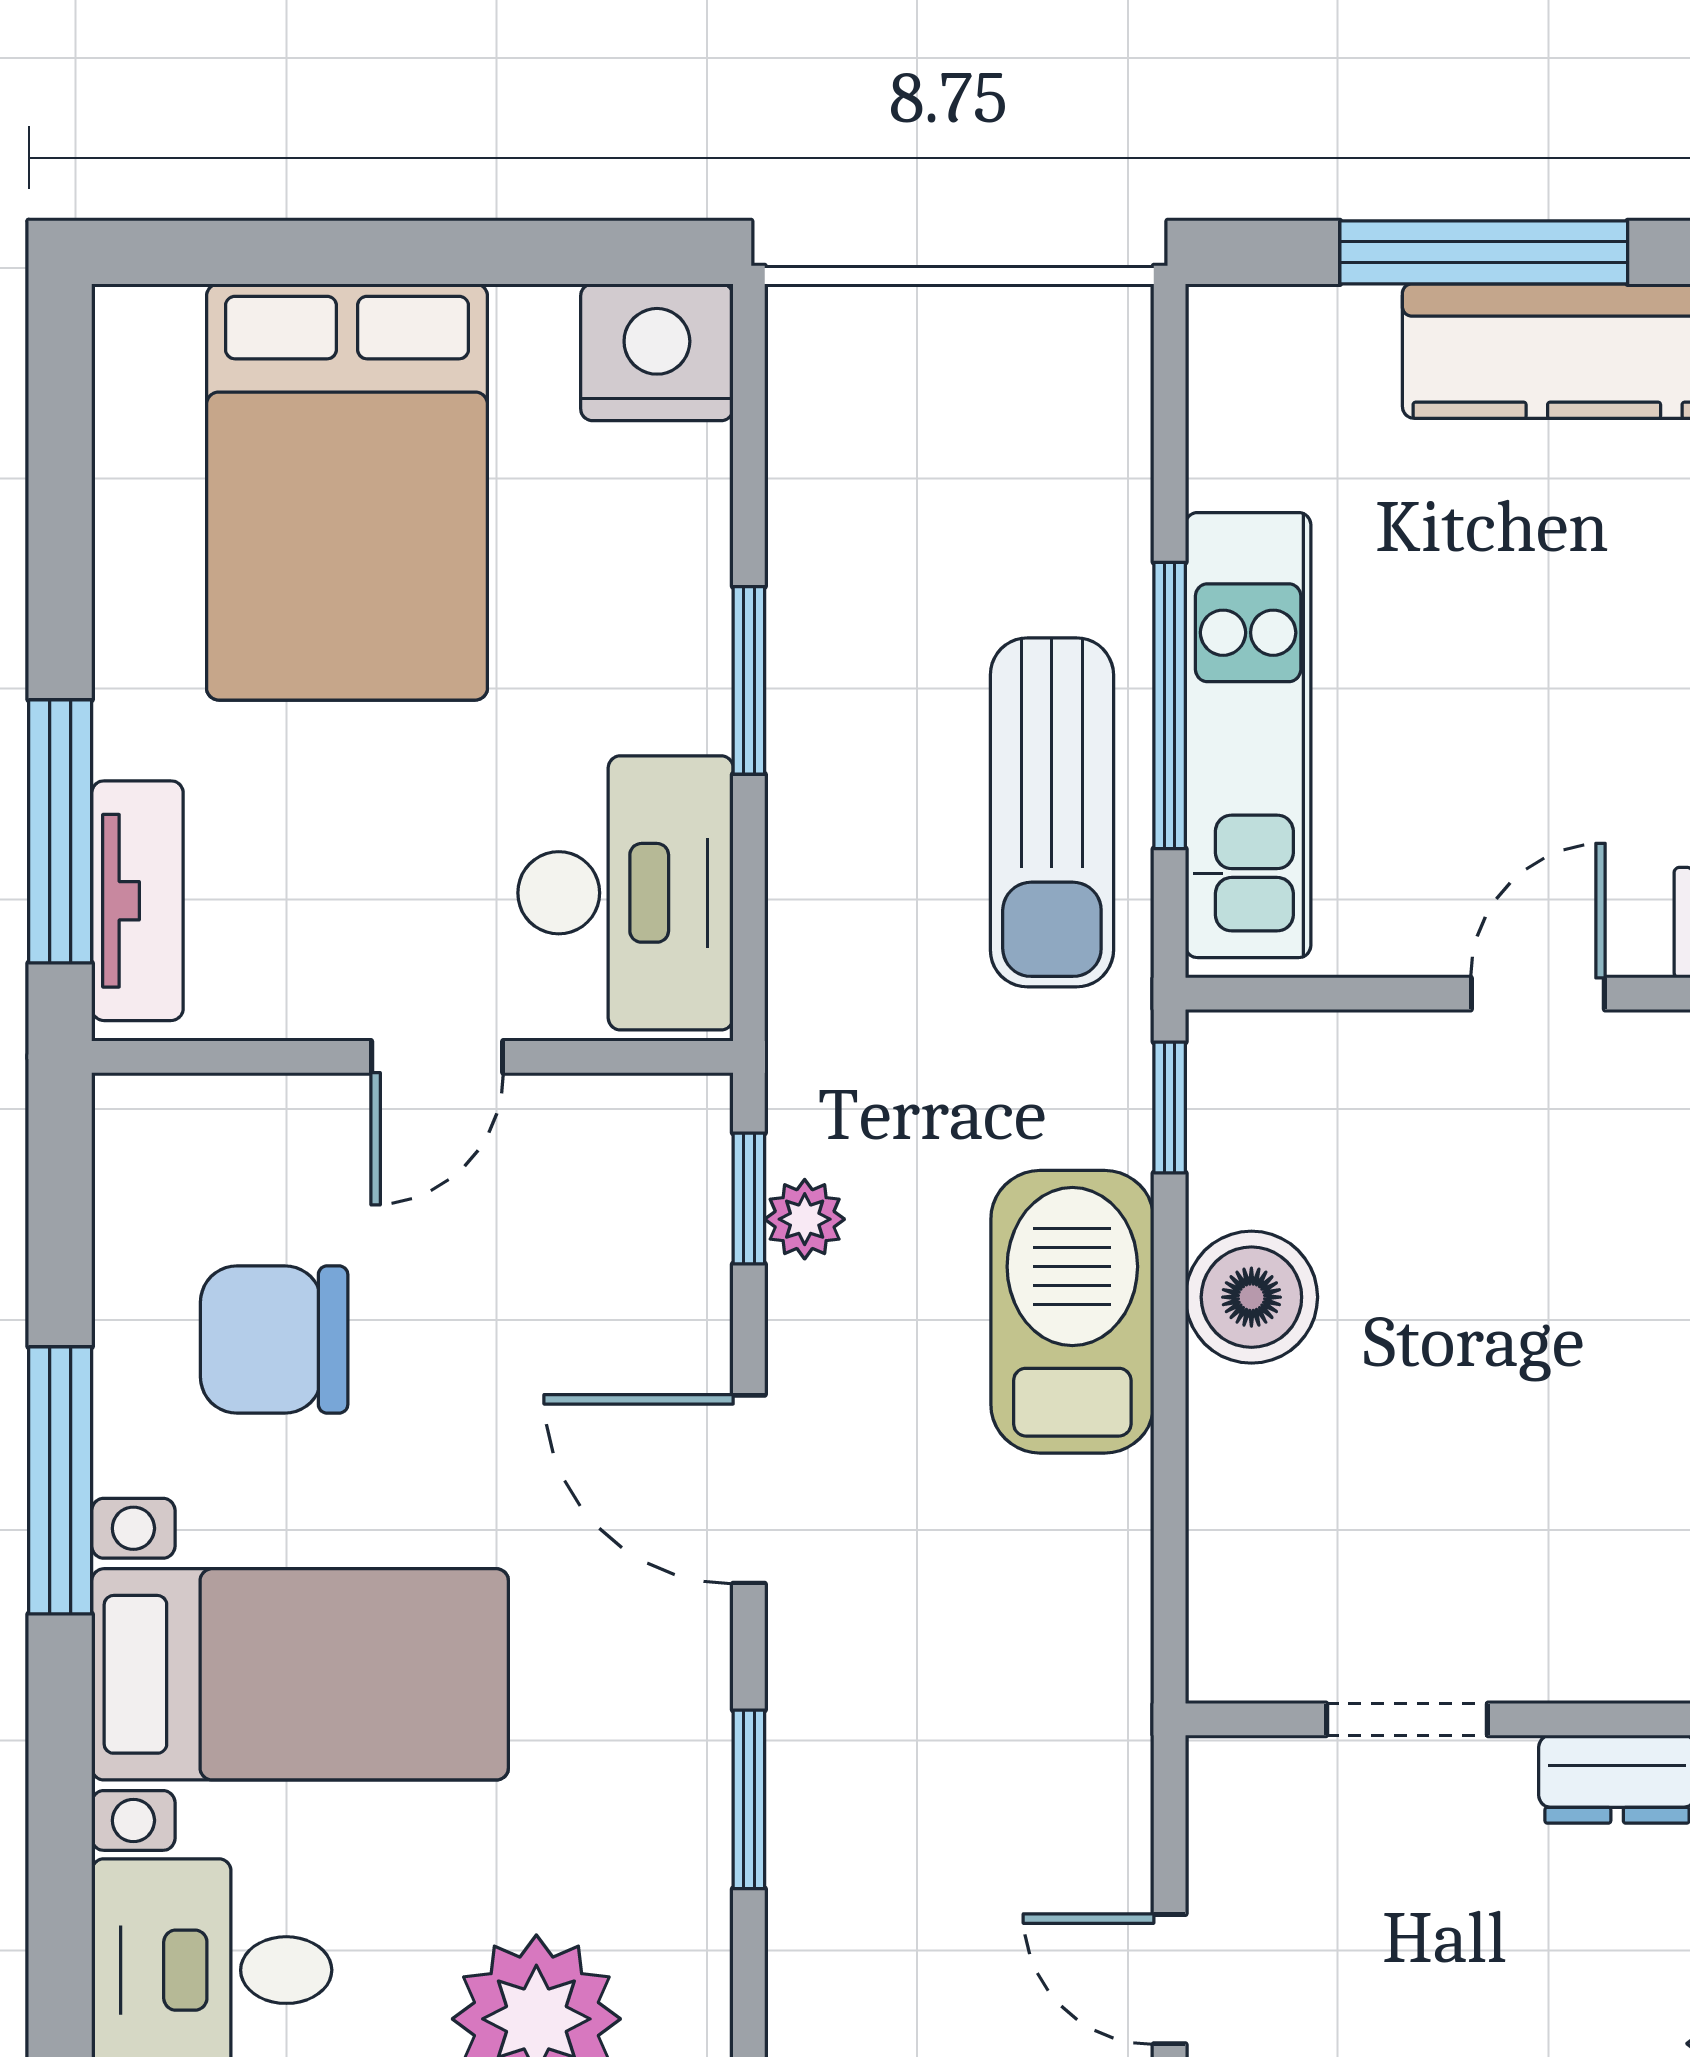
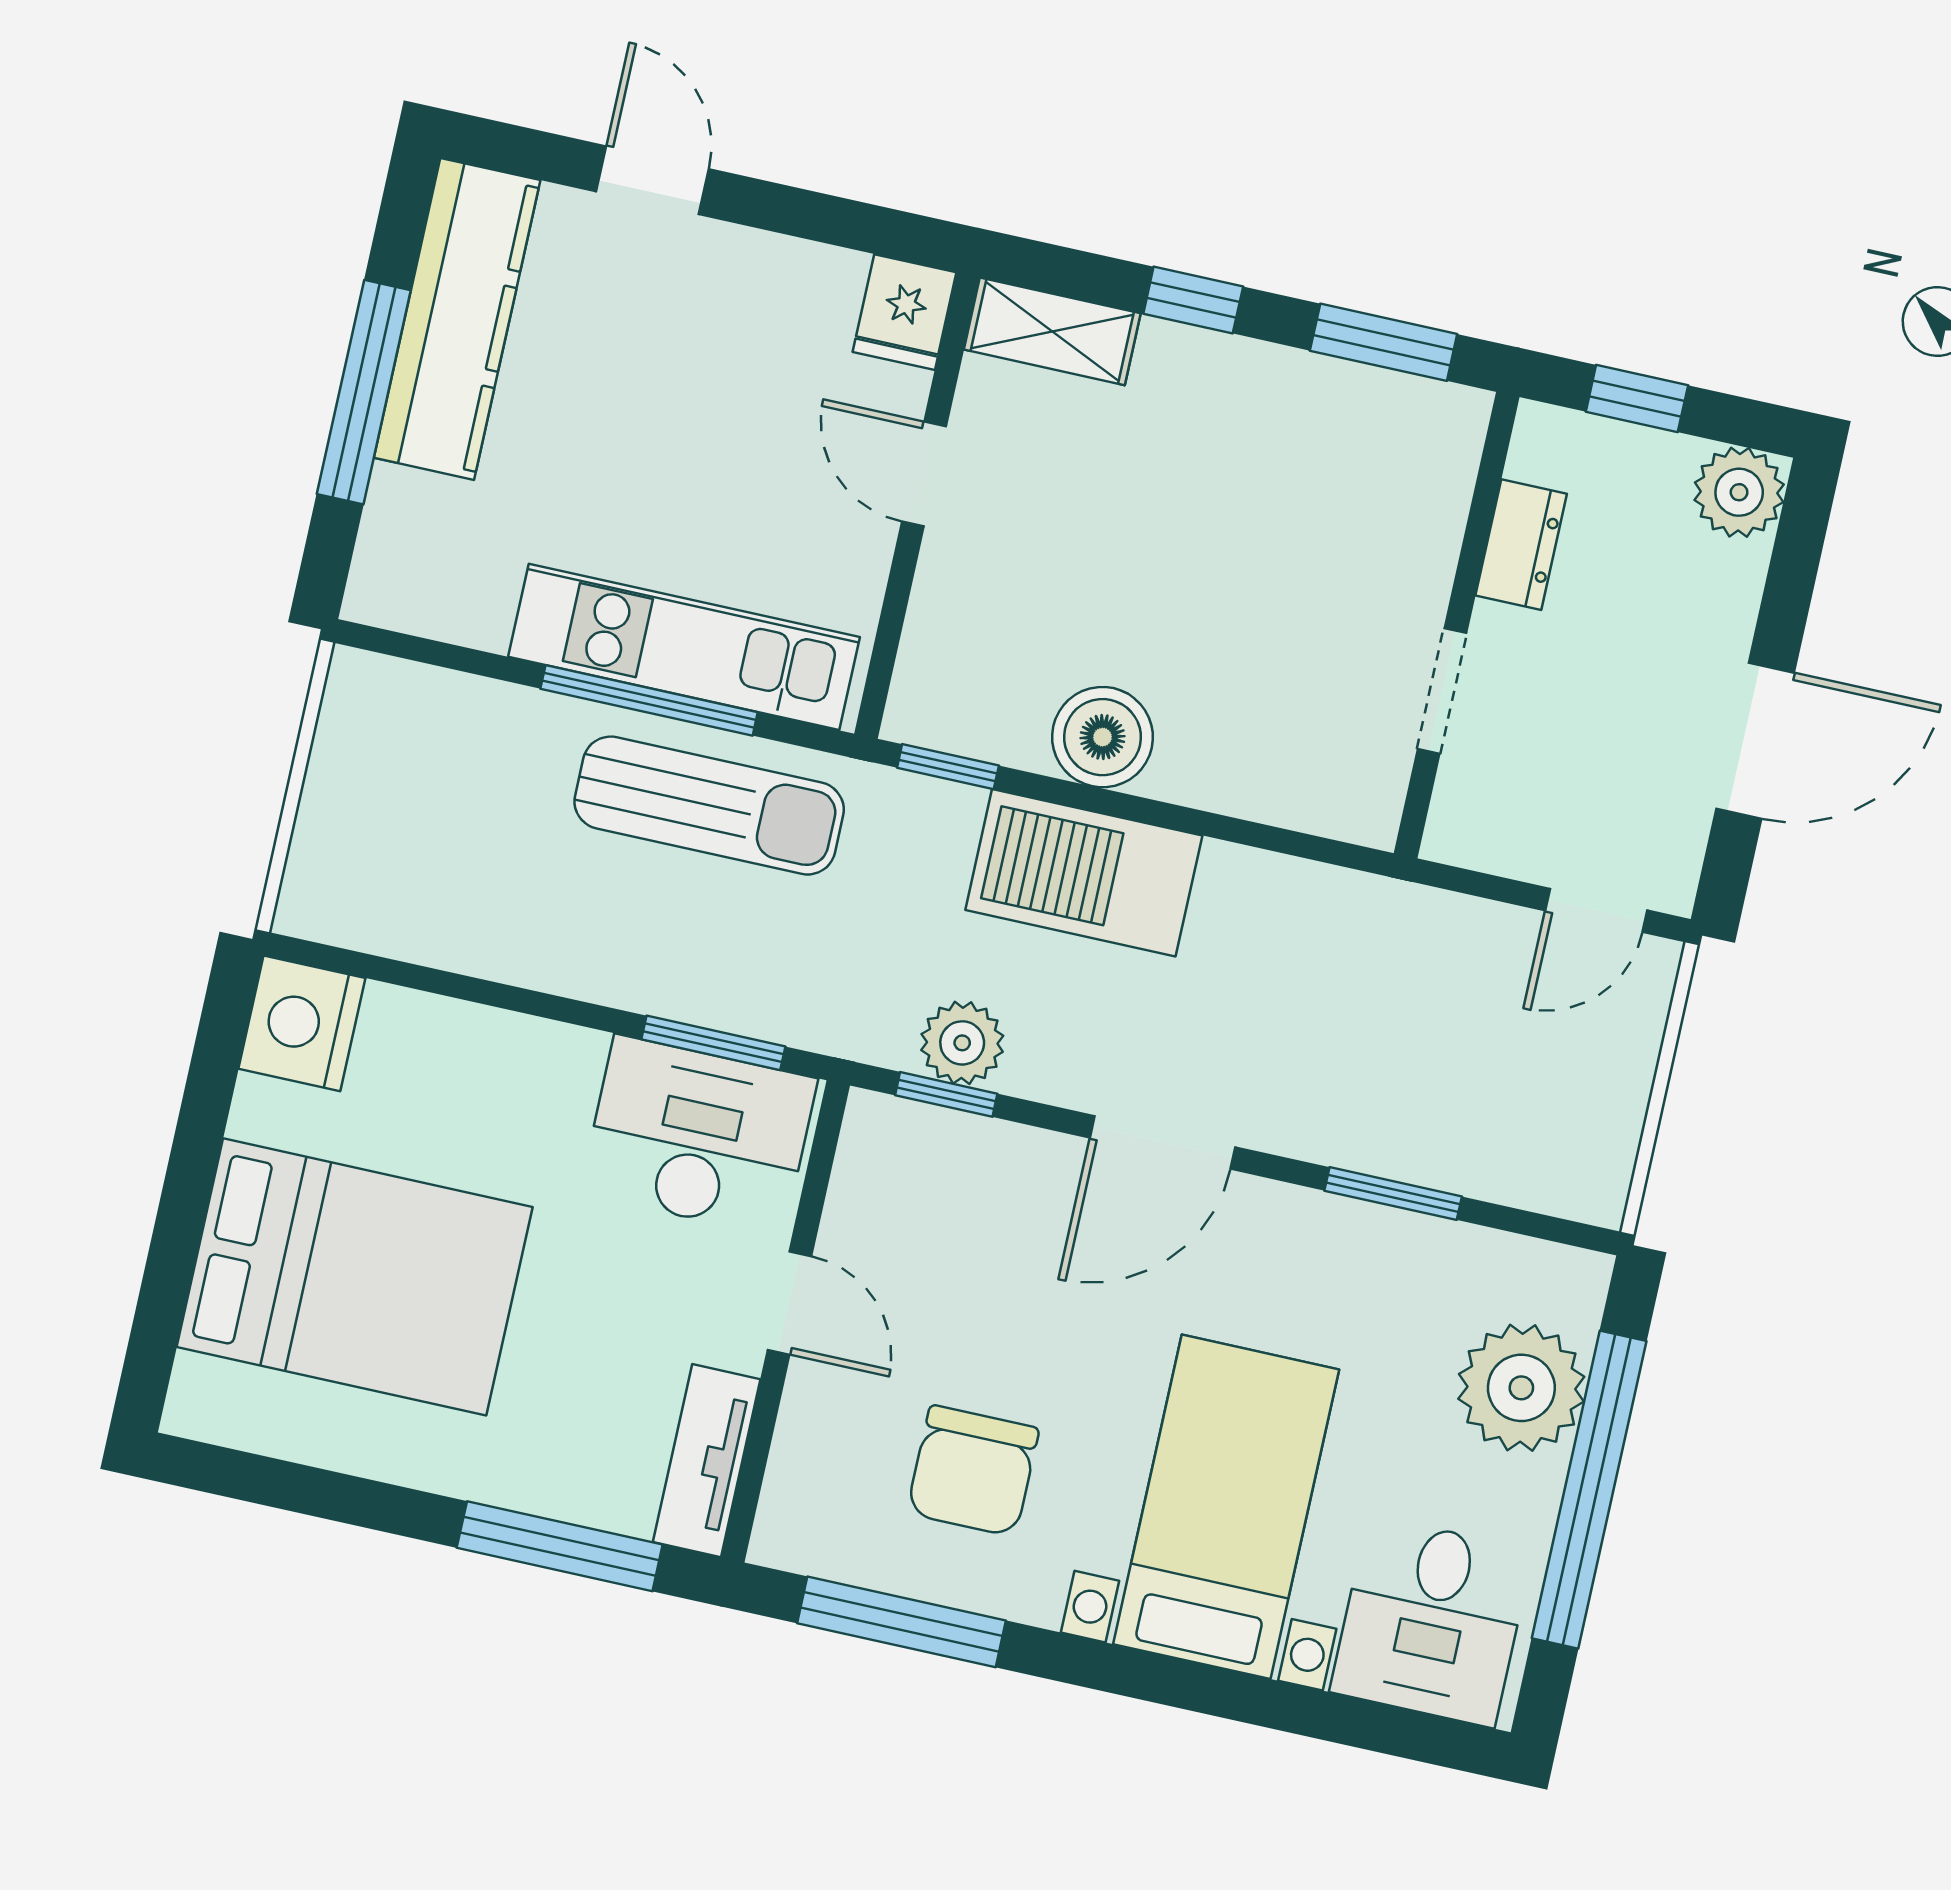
window: (749, 680) -> (713, 1043), moved
tv unit: (137, 901) -> (707, 1461), moved, turned -90
plant: (805, 1219) -> (962, 1043), width x1.38, depth x1.38
window: (60, 1480) -> (902, 1622), moved

